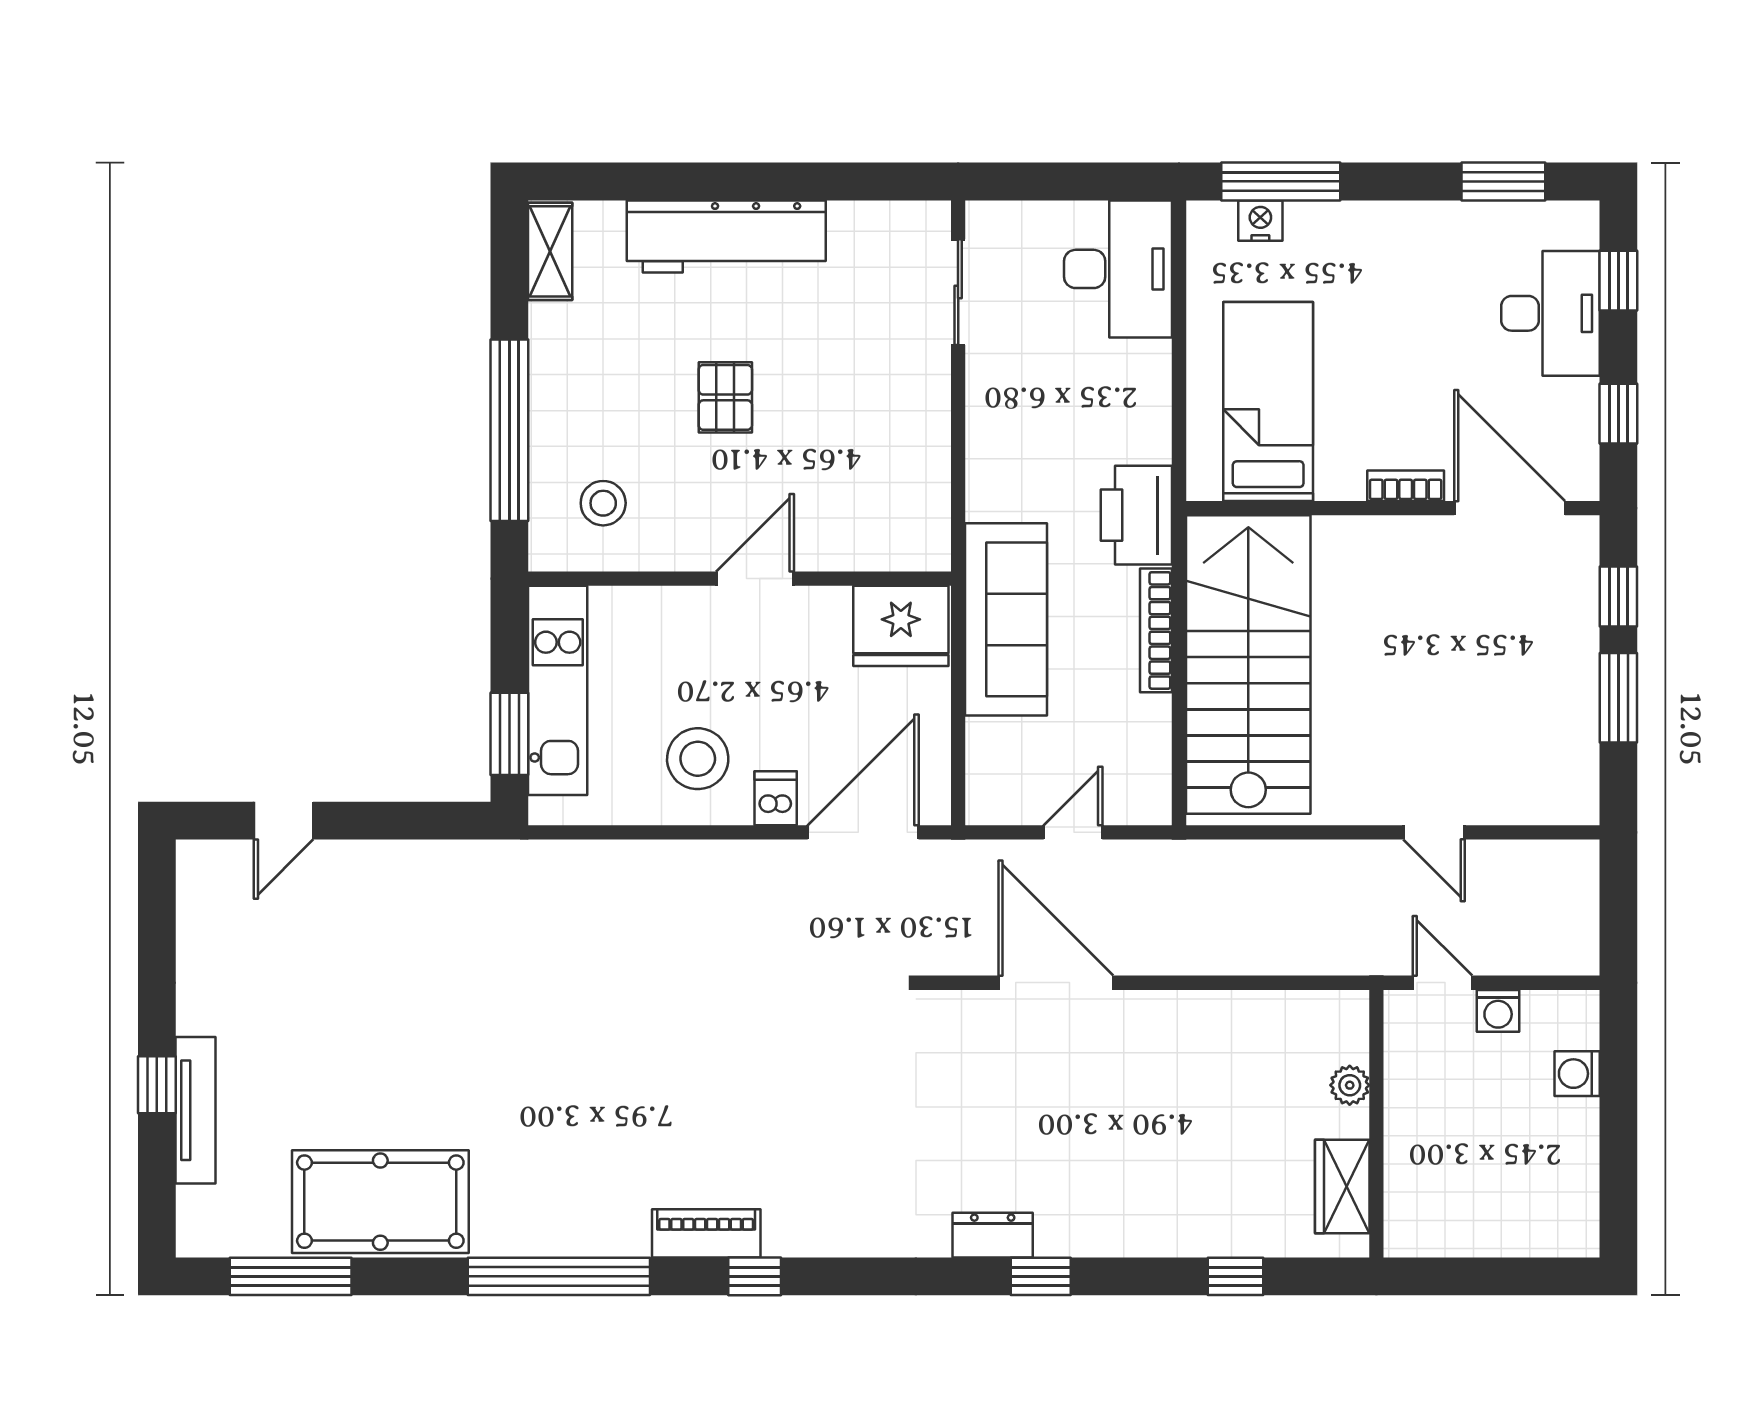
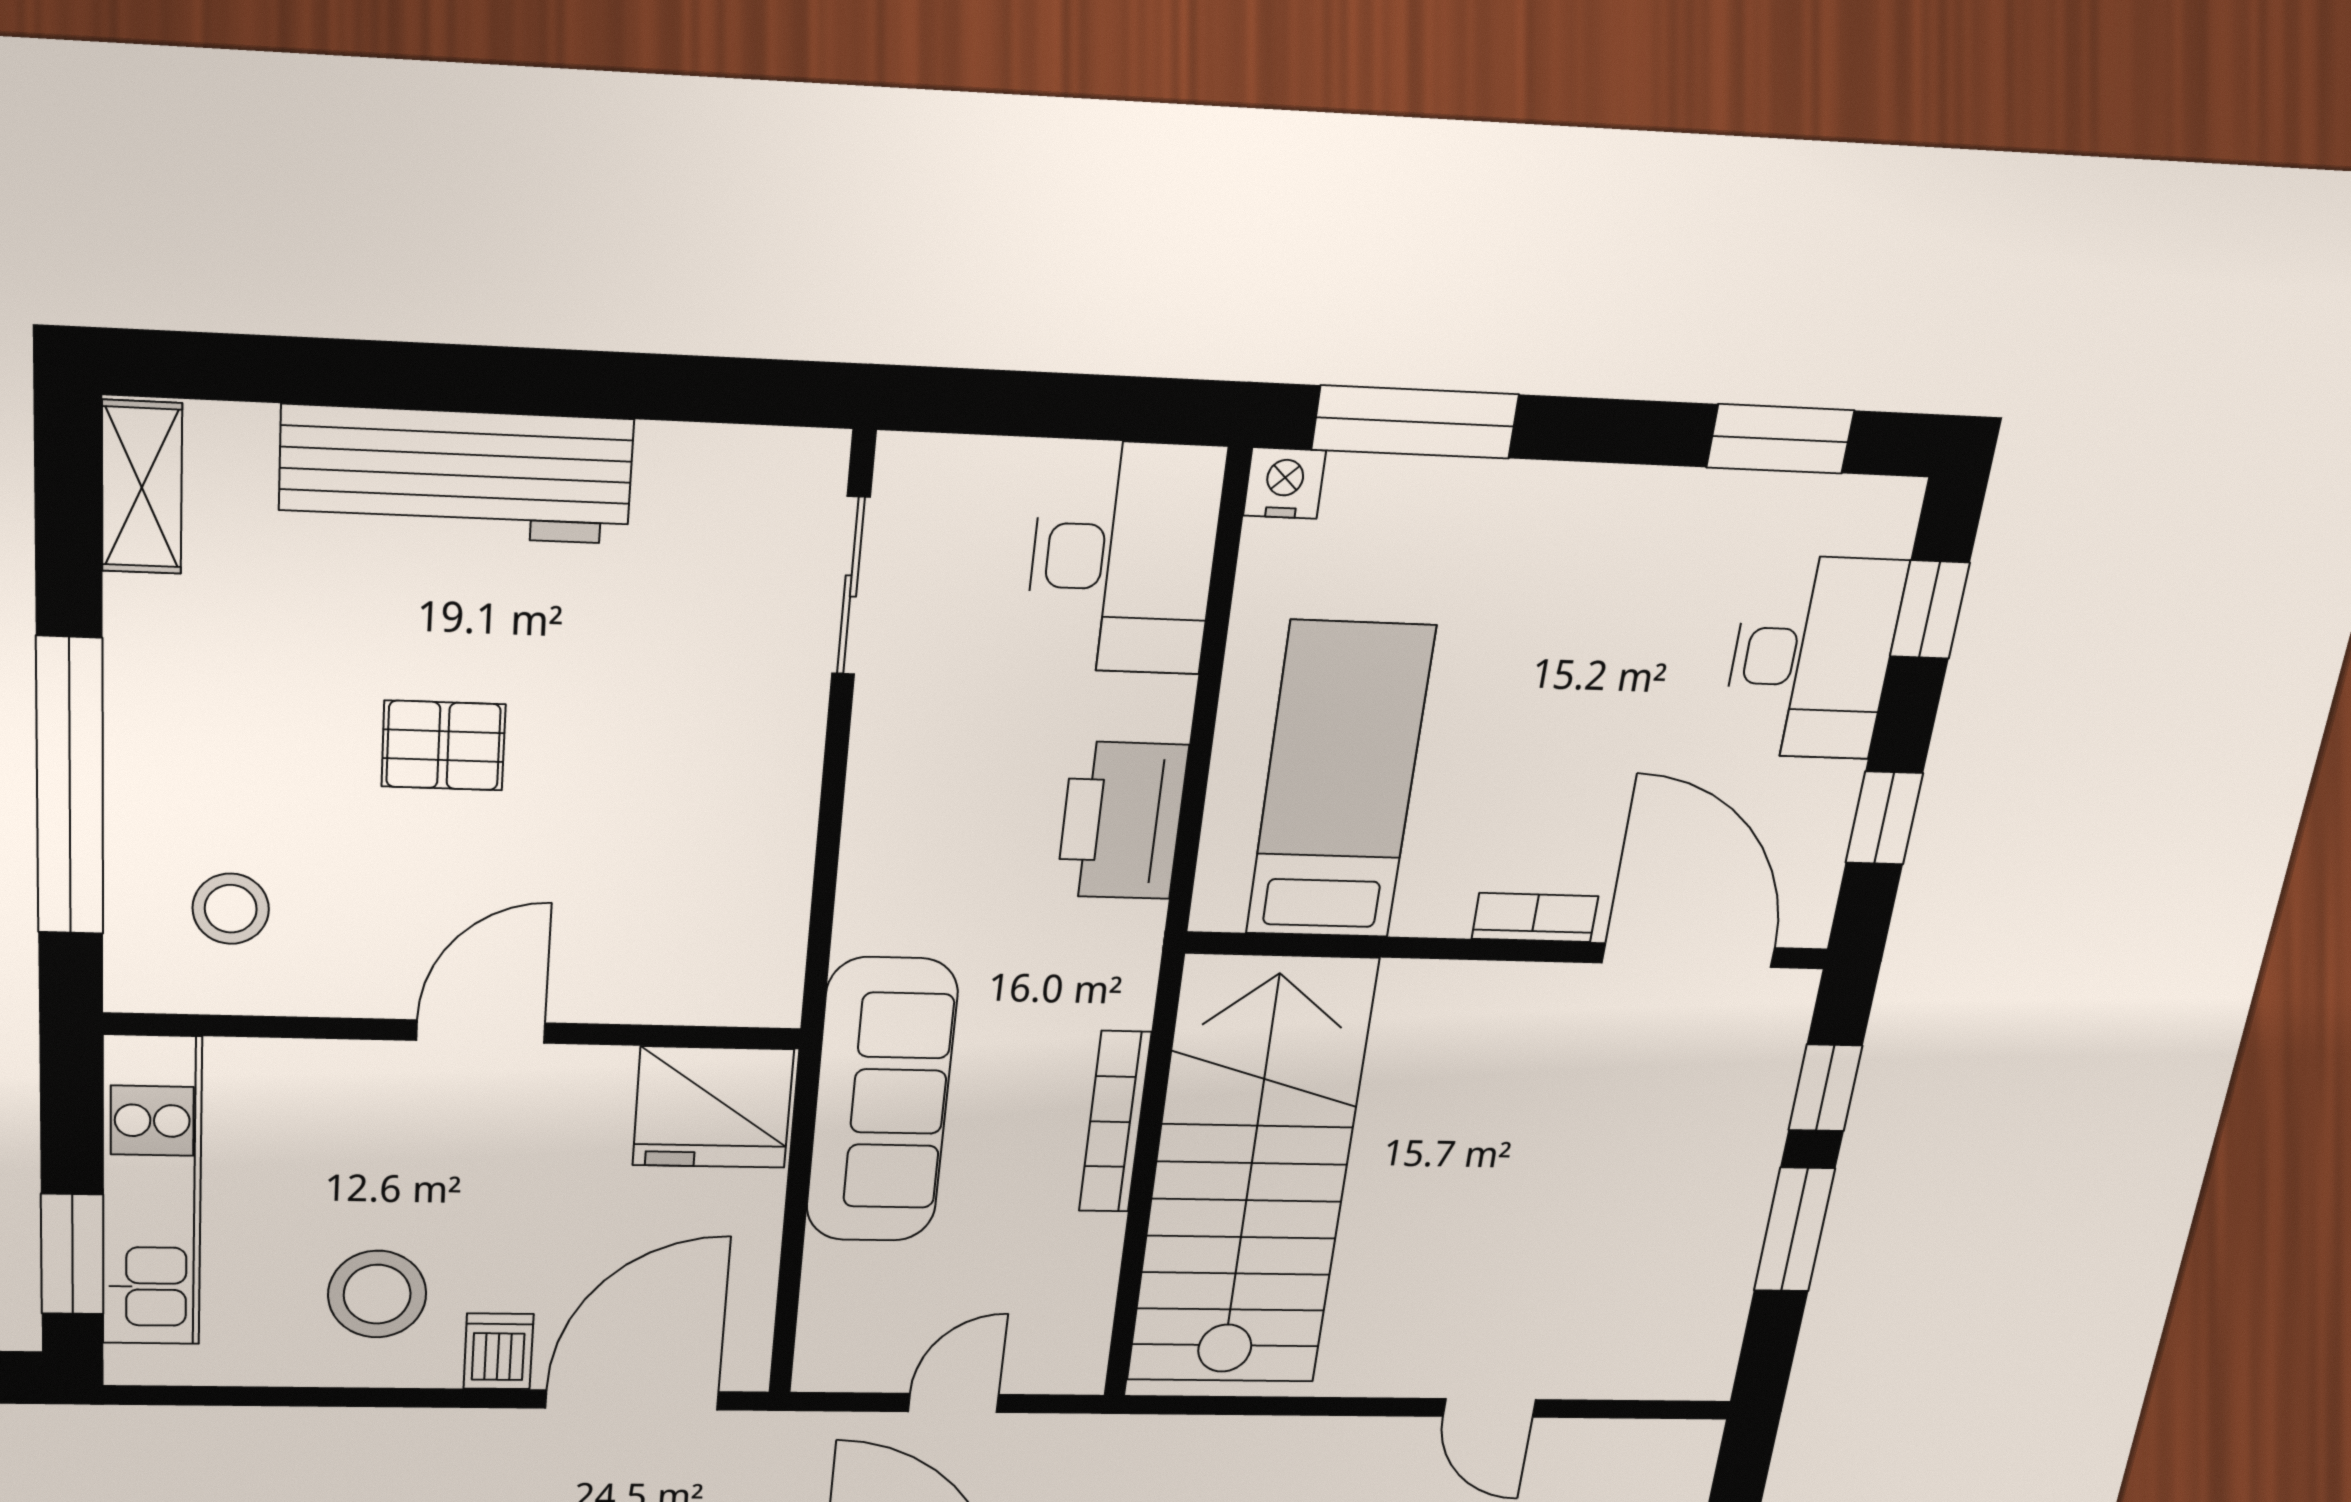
nightstand: (1260, 221) -> (1284, 483), moved
pallet: (725, 397) -> (443, 745), turned 90
printer: (1136, 515) -> (1122, 821), moved

